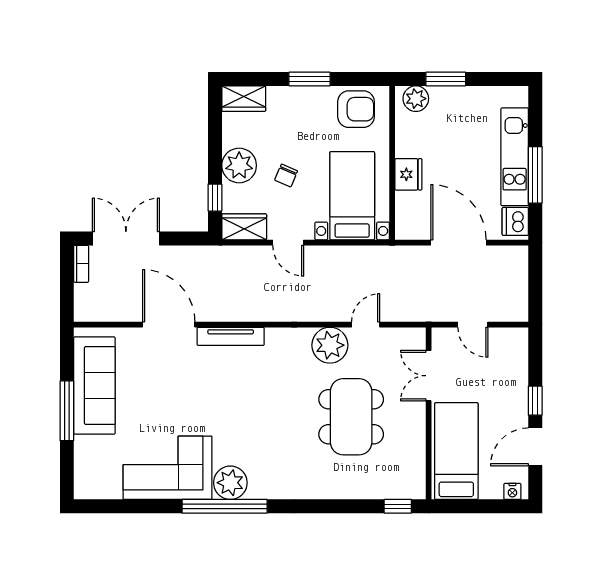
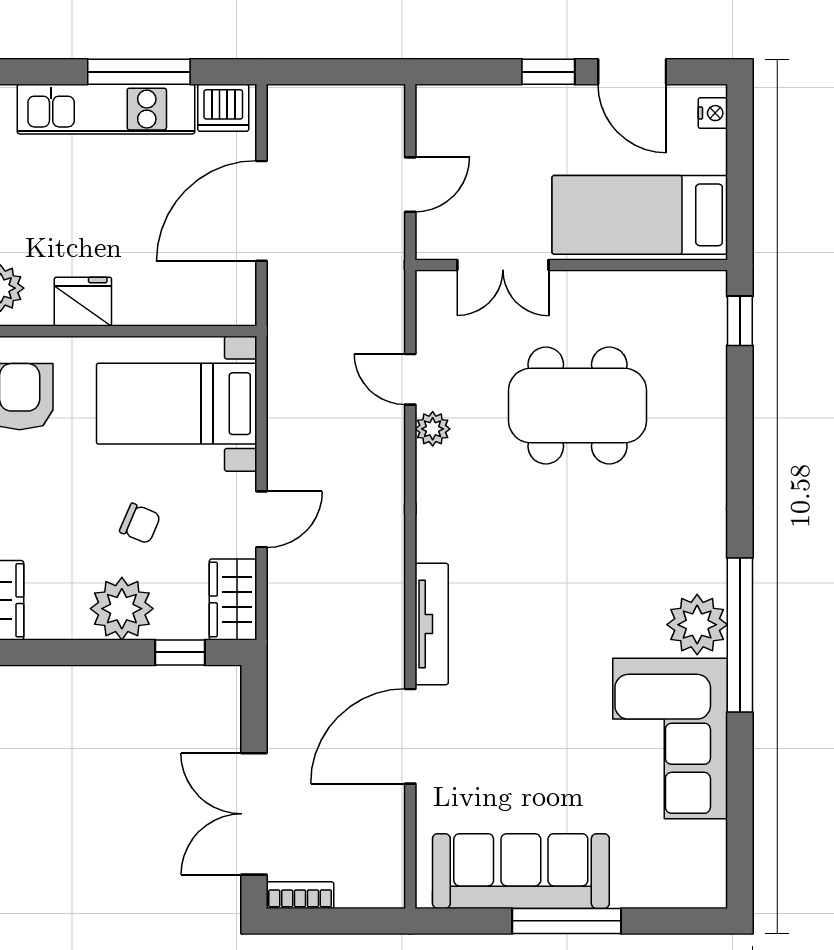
fridge: (408, 174) -> (83, 302), moved
plant: (330, 345) -> (433, 429), width x0.53, depth x0.53

